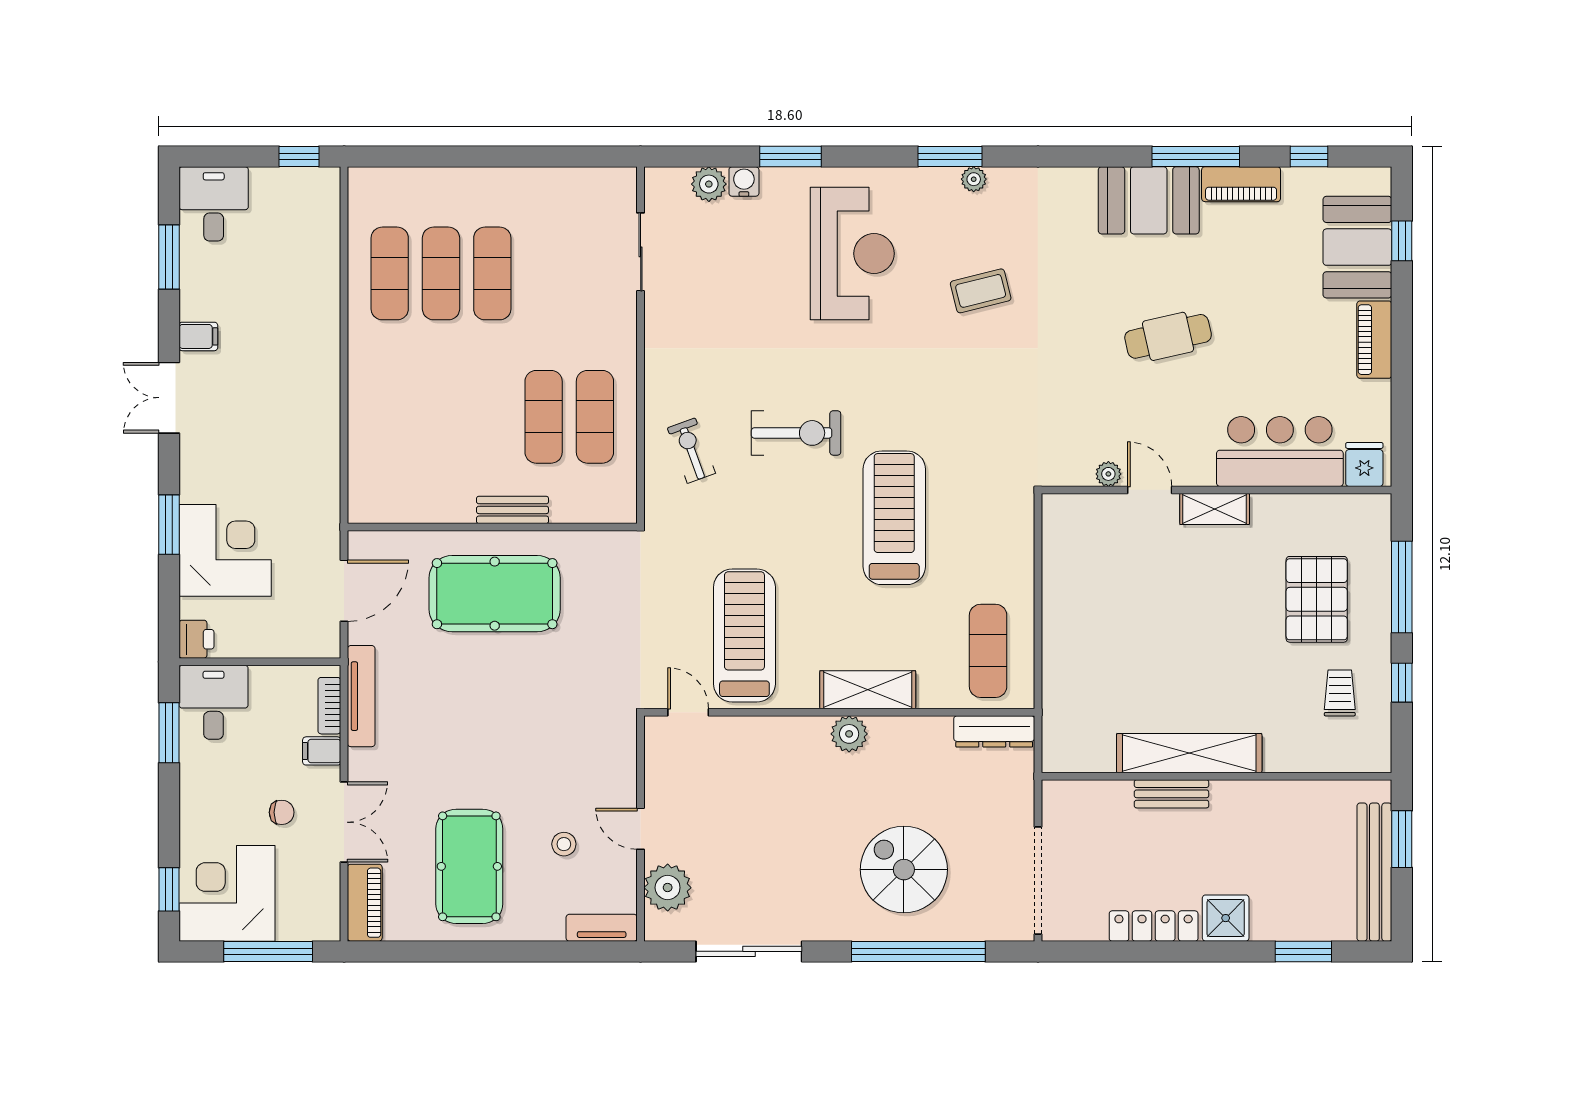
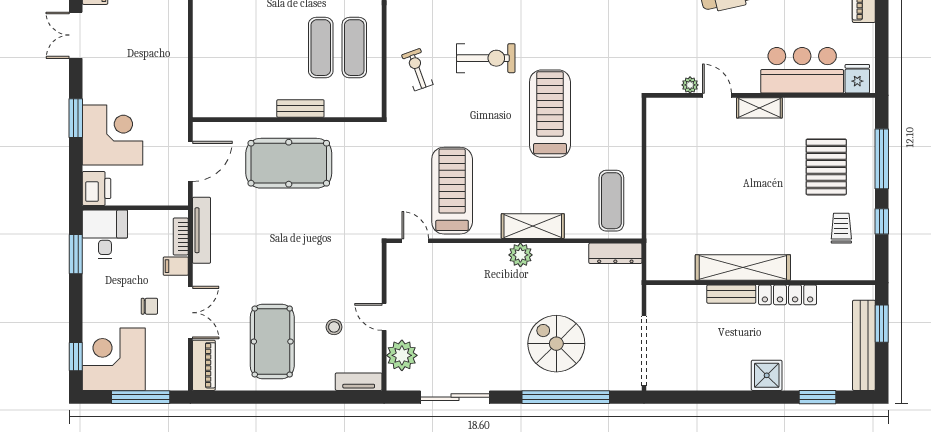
printer: (196, 639) -> (97, 188), width x1.36, depth x1.24
locker: (1154, 926) -> (788, 295), moved, turned 180

